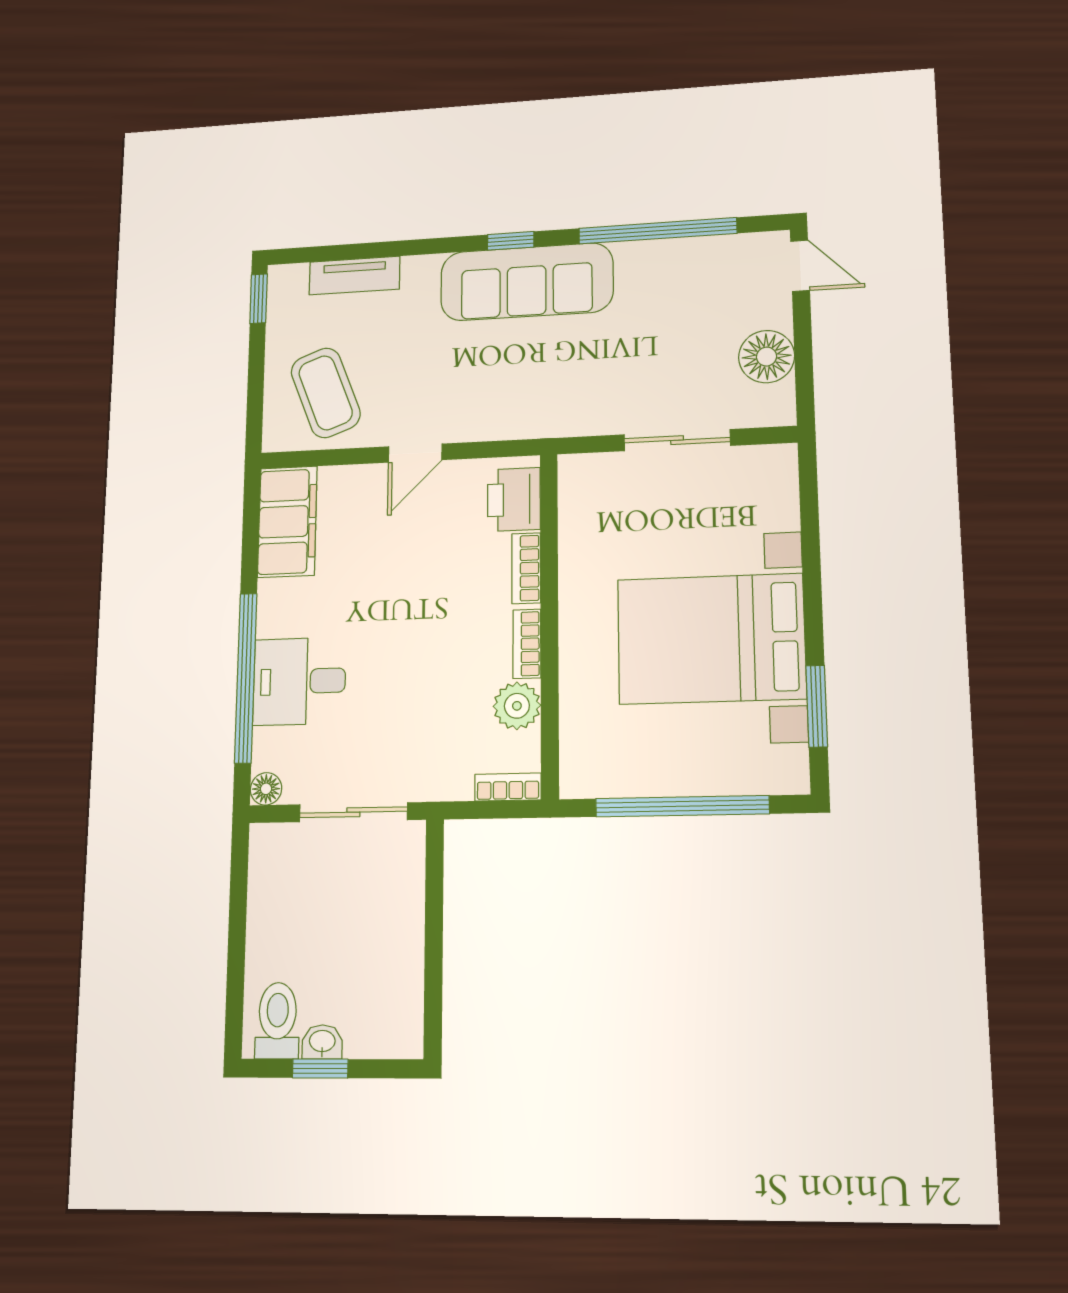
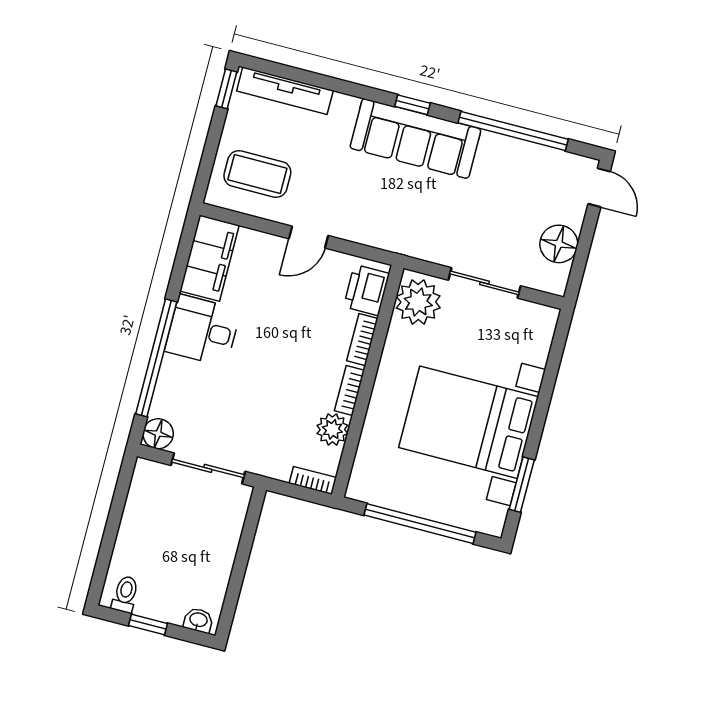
tv unit: (354, 276) -> (285, 91), width x1.41
coffee table: (326, 393) -> (257, 174), turned -69
plant: (591, 494) -> (418, 302), added
desk: (299, 681) -> (203, 330), moved
floor lamp: (266, 789) -> (158, 434), width x1.37, depth x1.37
toilet: (277, 1021) -> (125, 594), width x0.73, depth x0.72
washbasin: (322, 1042) -> (198, 620), moved

